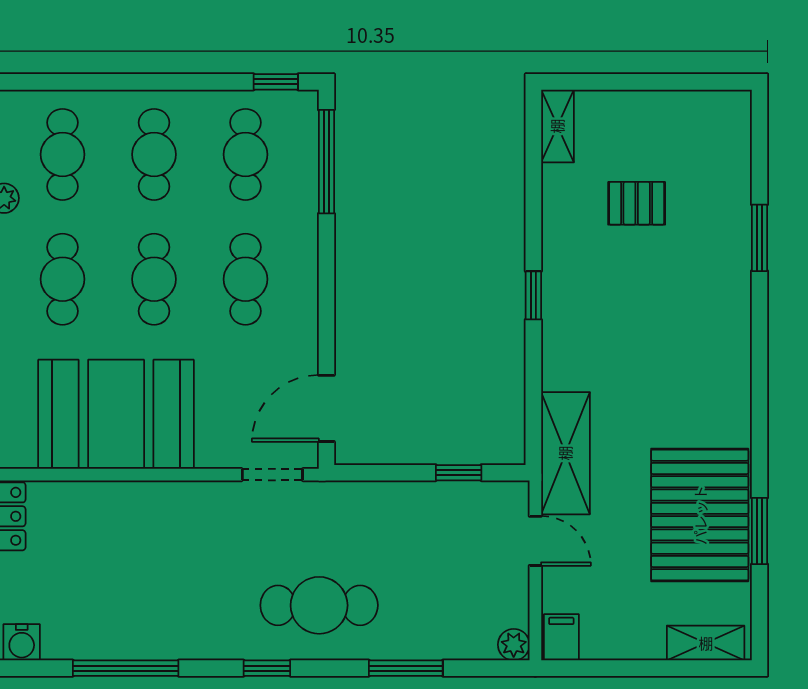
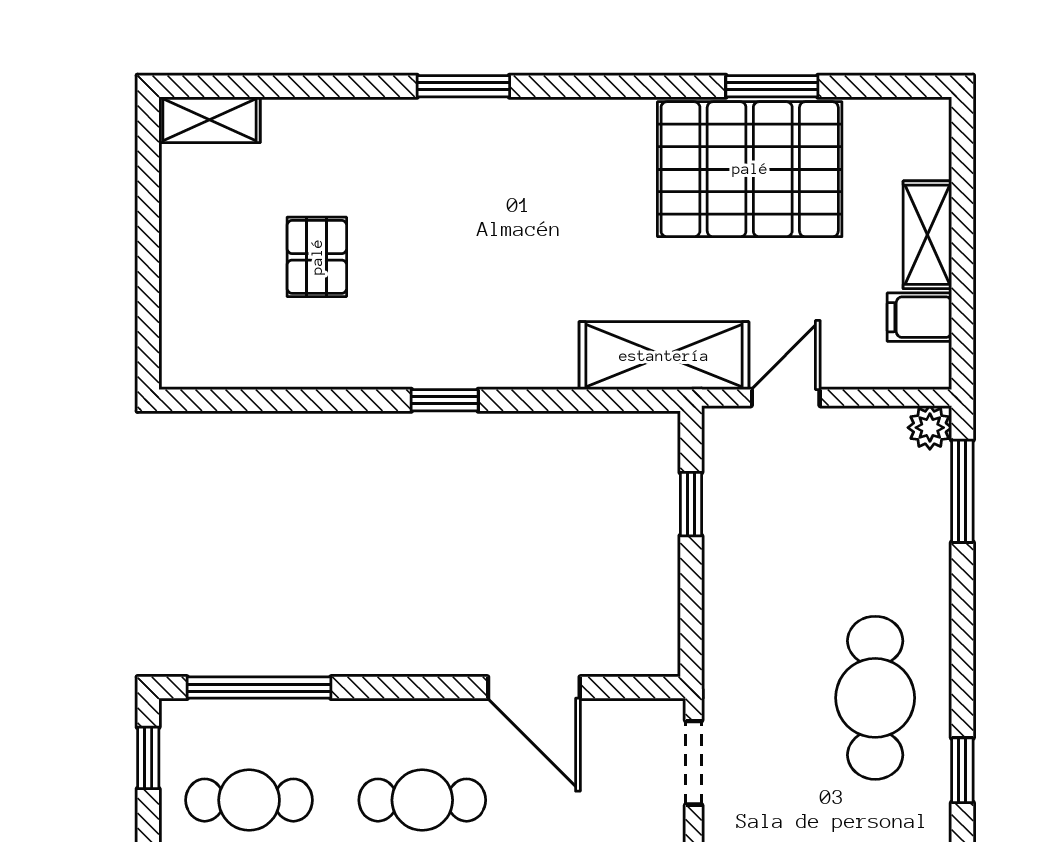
shelving: (557, 126) -> (210, 120), moved
window: (759, 238) -> (463, 86), moved
door: (326, 408) -> (534, 688), moved
filing cabinet: (561, 637) -> (919, 317), moved
shelving: (706, 643) -> (927, 235), moved
window: (406, 668) -> (962, 491), moved

